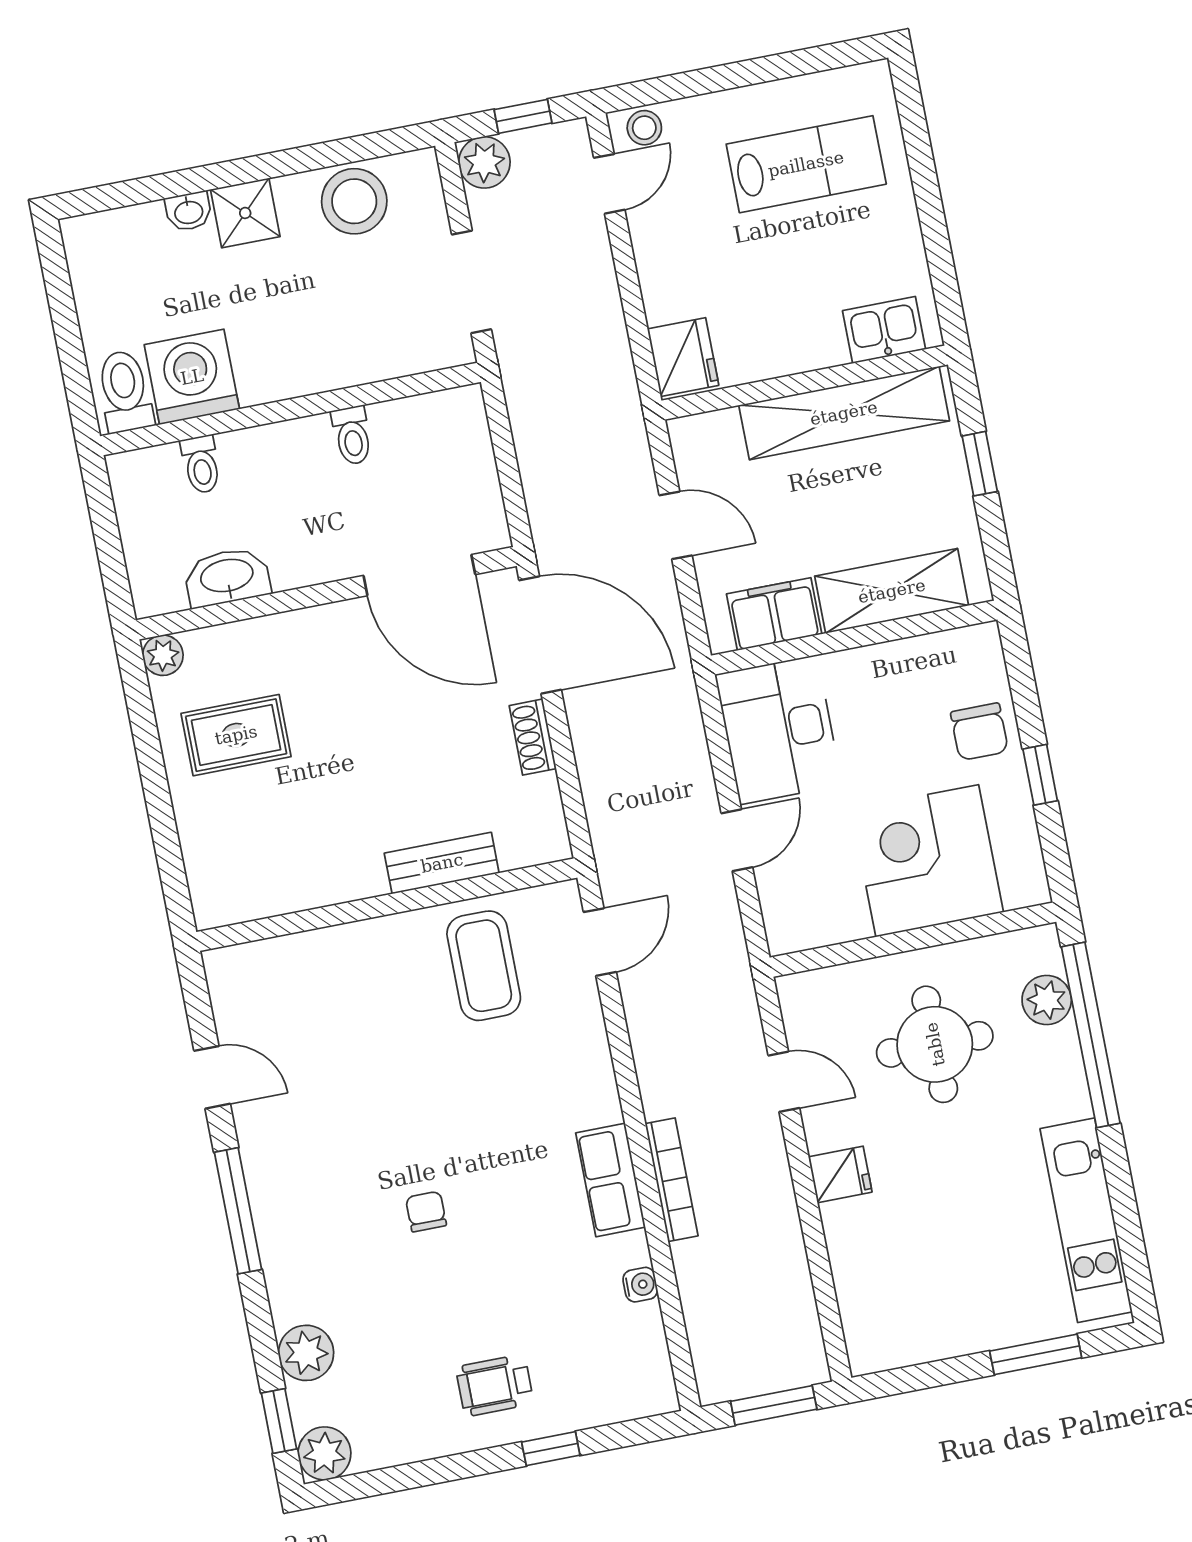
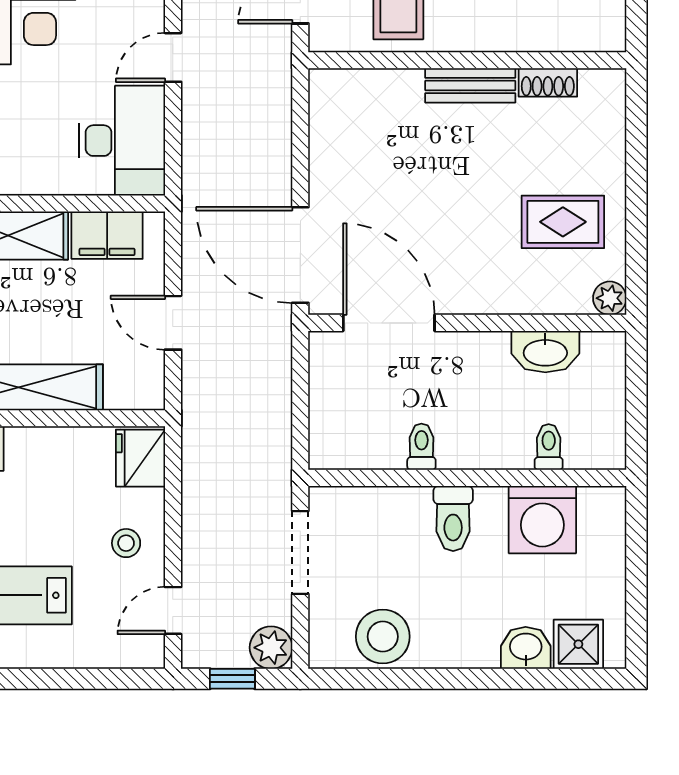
stool: (644, 128) -> (126, 543), moved
washbasin: (189, 211) -> (526, 648), width x1.38, depth x1.45
shower: (245, 213) -> (578, 644), moved
toilet: (125, 391) -> (453, 518), moved
shoe rack: (533, 737) -> (548, 82), moved, turned 90
bench: (442, 863) -> (470, 85), moved

